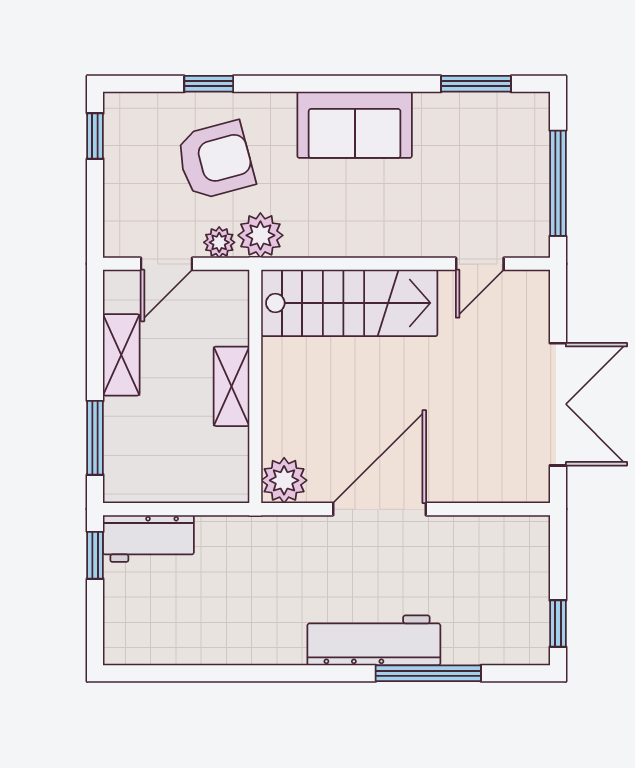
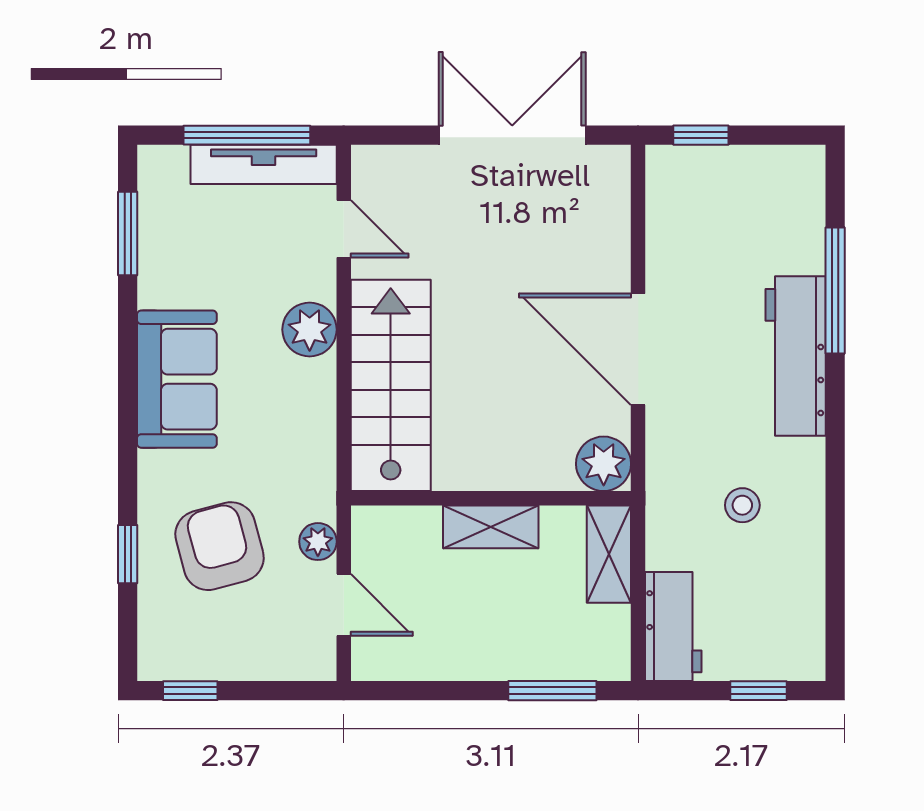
tv unit: (534, 197) -> (264, 164), added
plant: (260, 235) -> (310, 330), moved
shelving: (121, 355) -> (609, 554), moved, turned 90
window: (95, 555) -> (758, 691), moved
stool: (250, 596) -> (742, 505), added
window: (558, 624) -> (701, 135), moved

